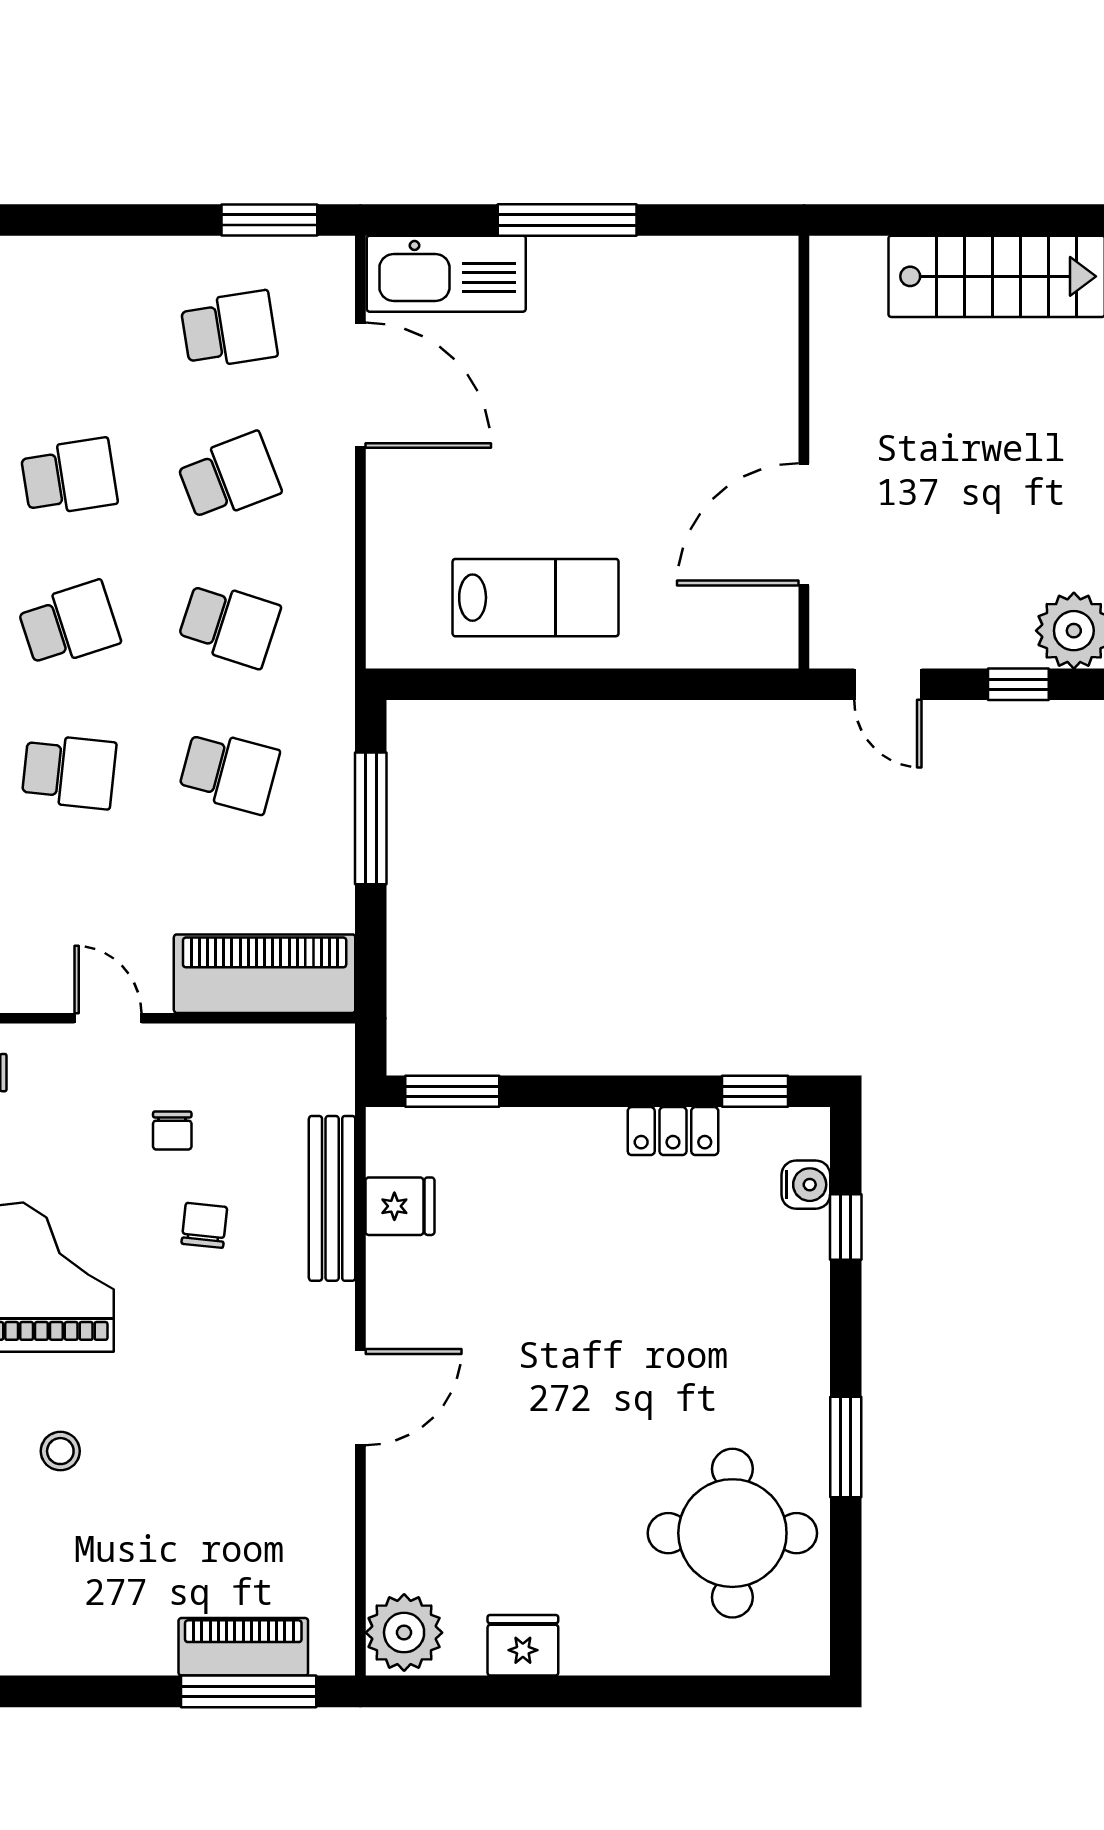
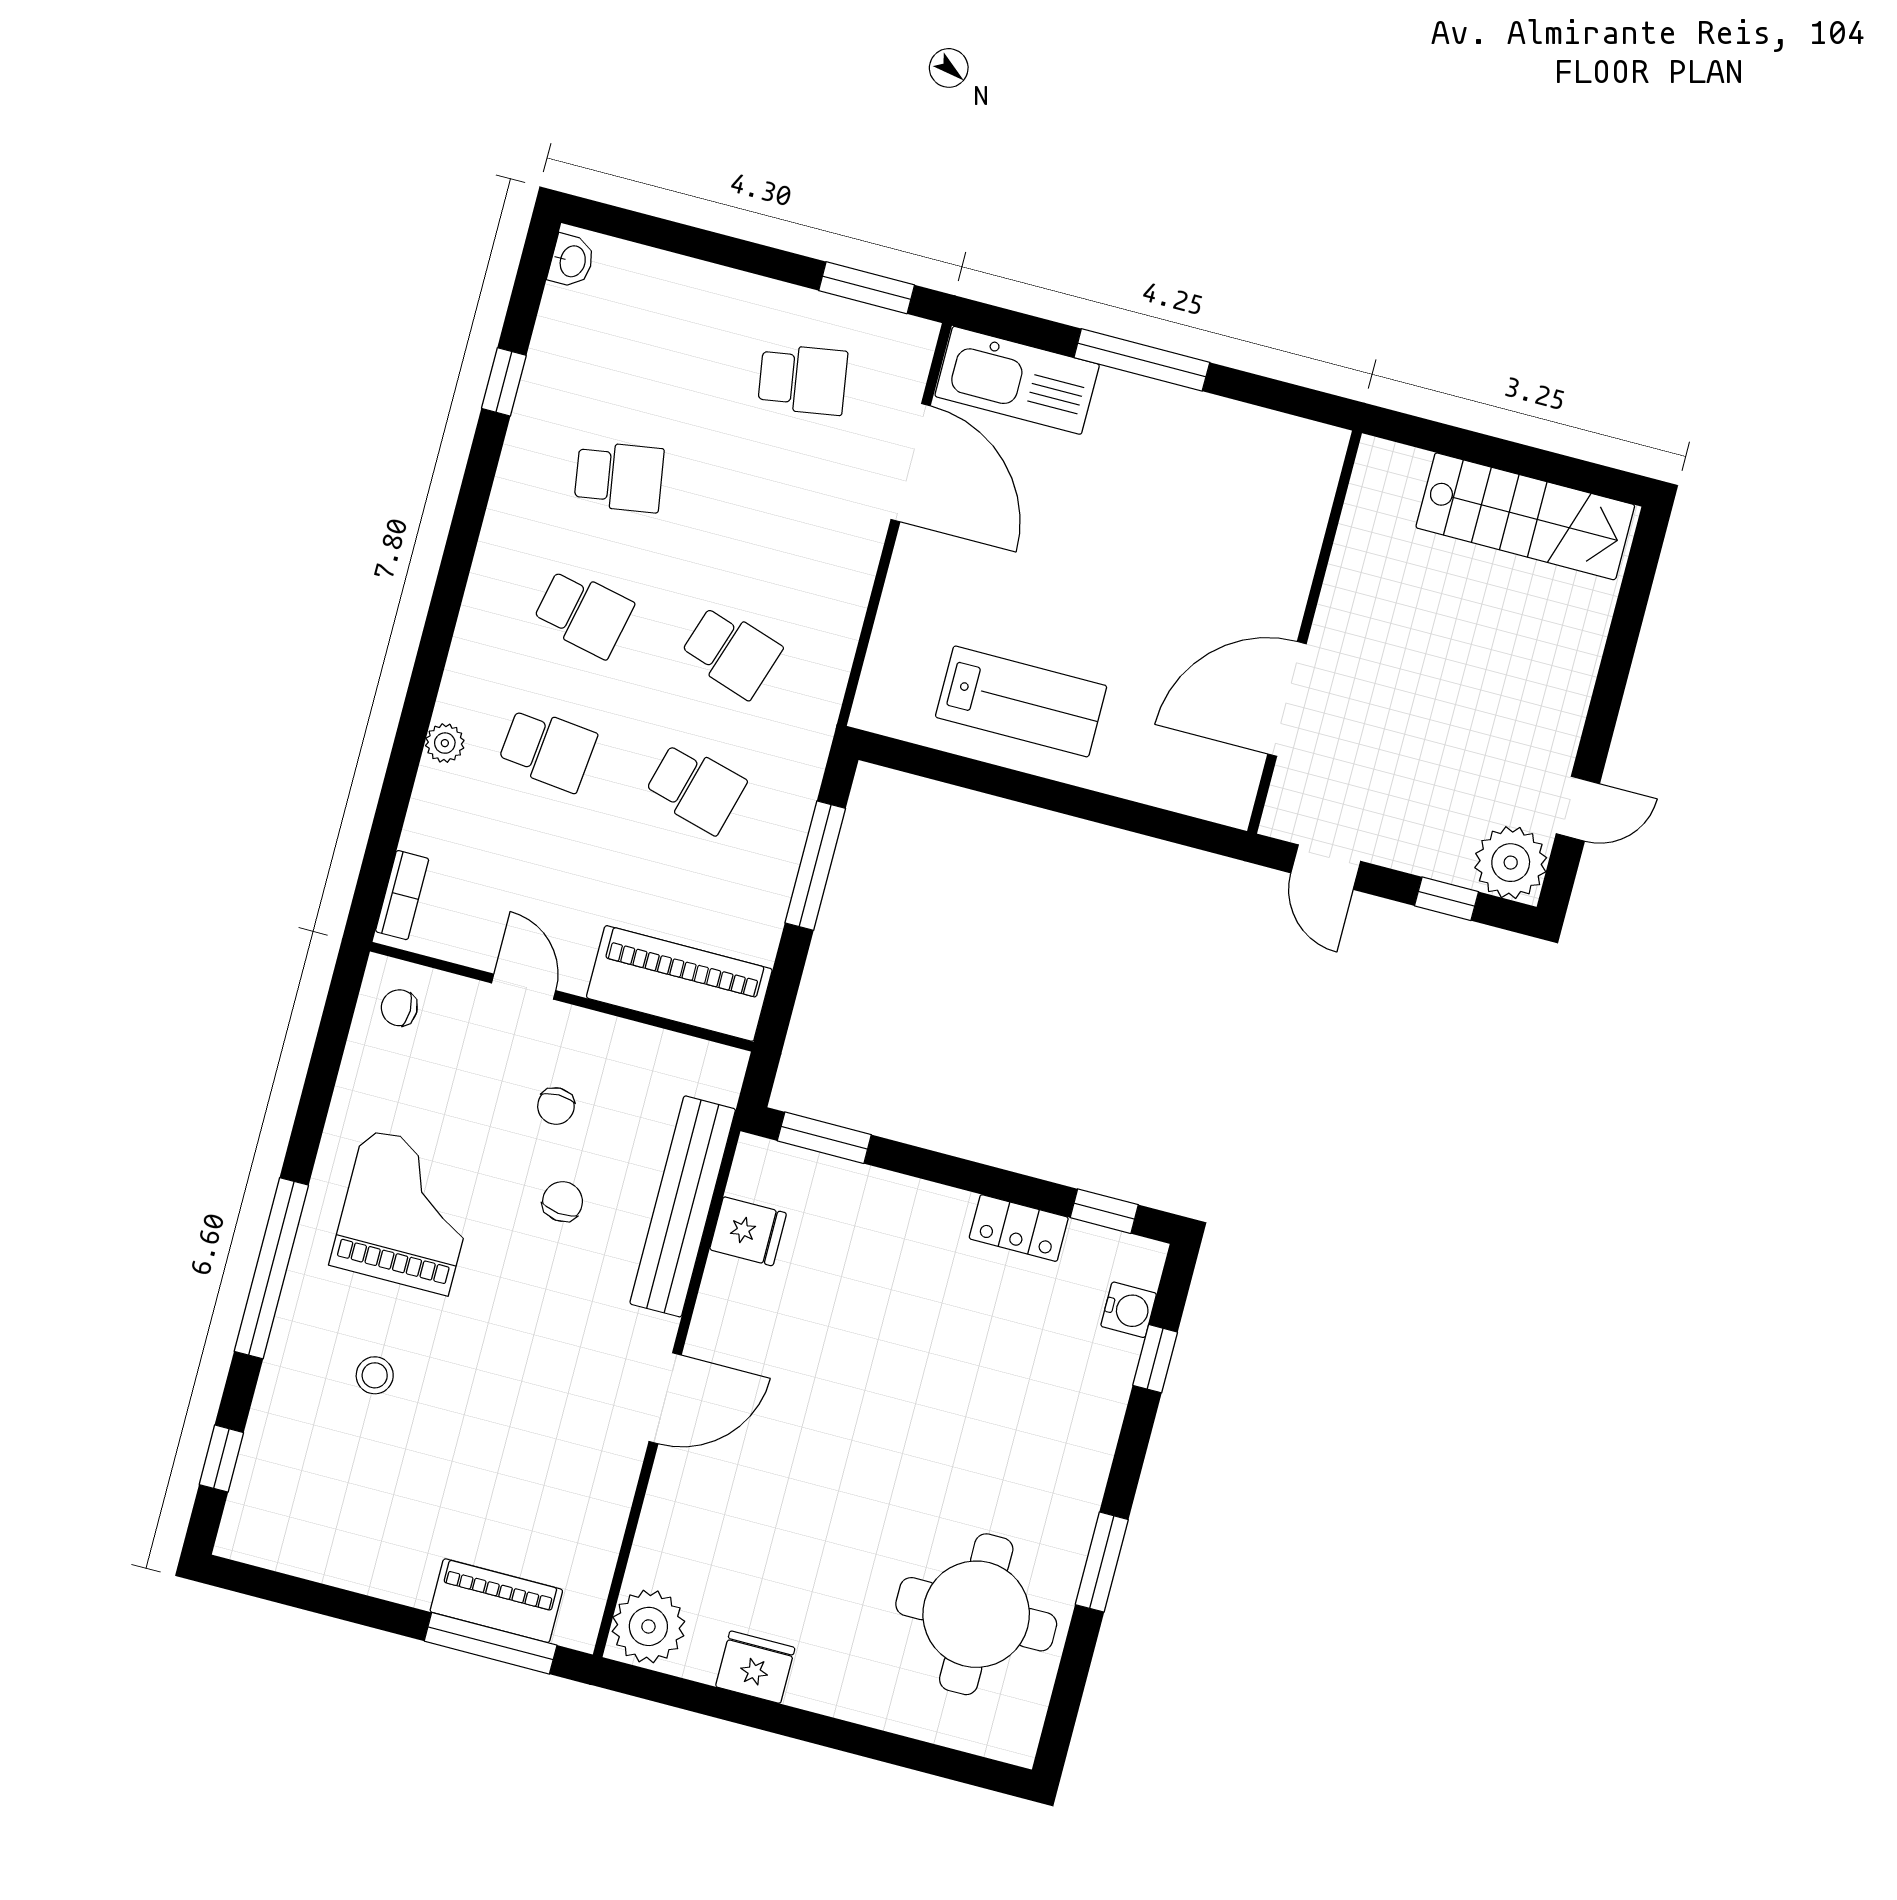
school desk: (229, 477) -> (767, 516), removed
school desk: (69, 624) -> (583, 613), turned 30
bench: (332, 1198) -> (683, 1206), width x1.37, depth x1.21

